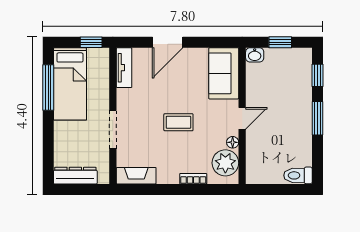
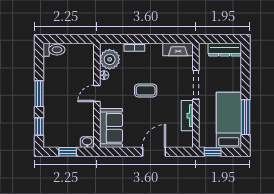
tv unit: (124, 68) -> (187, 116), moved

